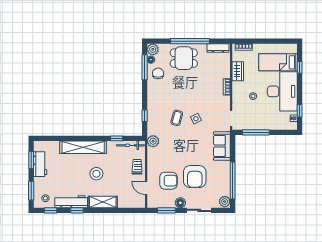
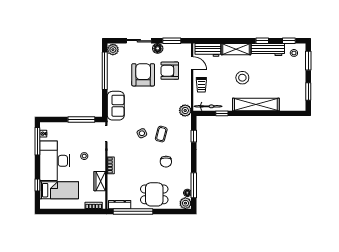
window: (190, 41) -> (133, 211), moved
chair: (158, 73) -> (166, 162), moved
window: (300, 111) -> (37, 141), width x2.17
workbench: (40, 164) -> (208, 50), moved, turned -90

